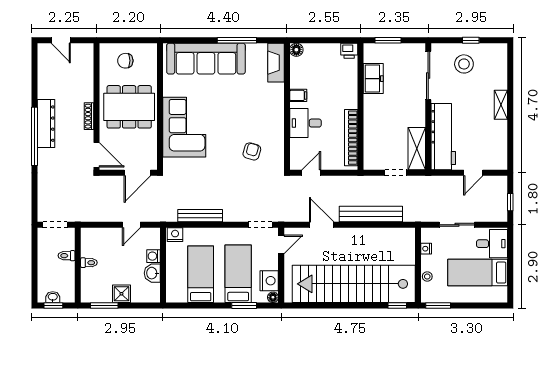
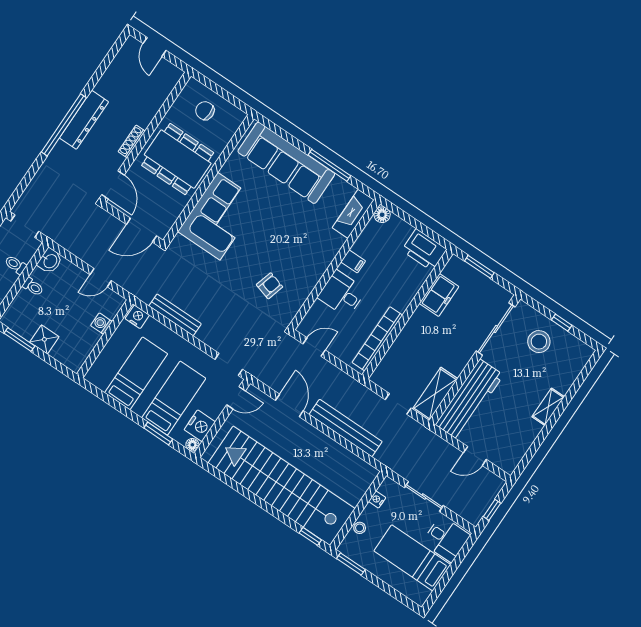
printer: (349, 51) -> (424, 250), width x1.87, depth x1.48
washbasin: (152, 273) -> (50, 261), moved, turned 180

